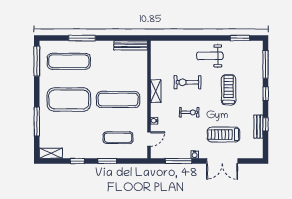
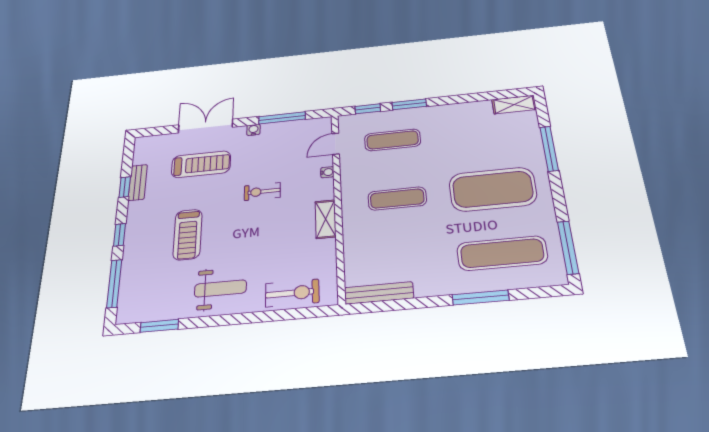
exercise bike: (188, 82) -> (292, 293), moved
exercise mat: (118, 100) -> (397, 199), width x0.73, depth x0.69
window: (77, 161) -> (368, 109), moved

